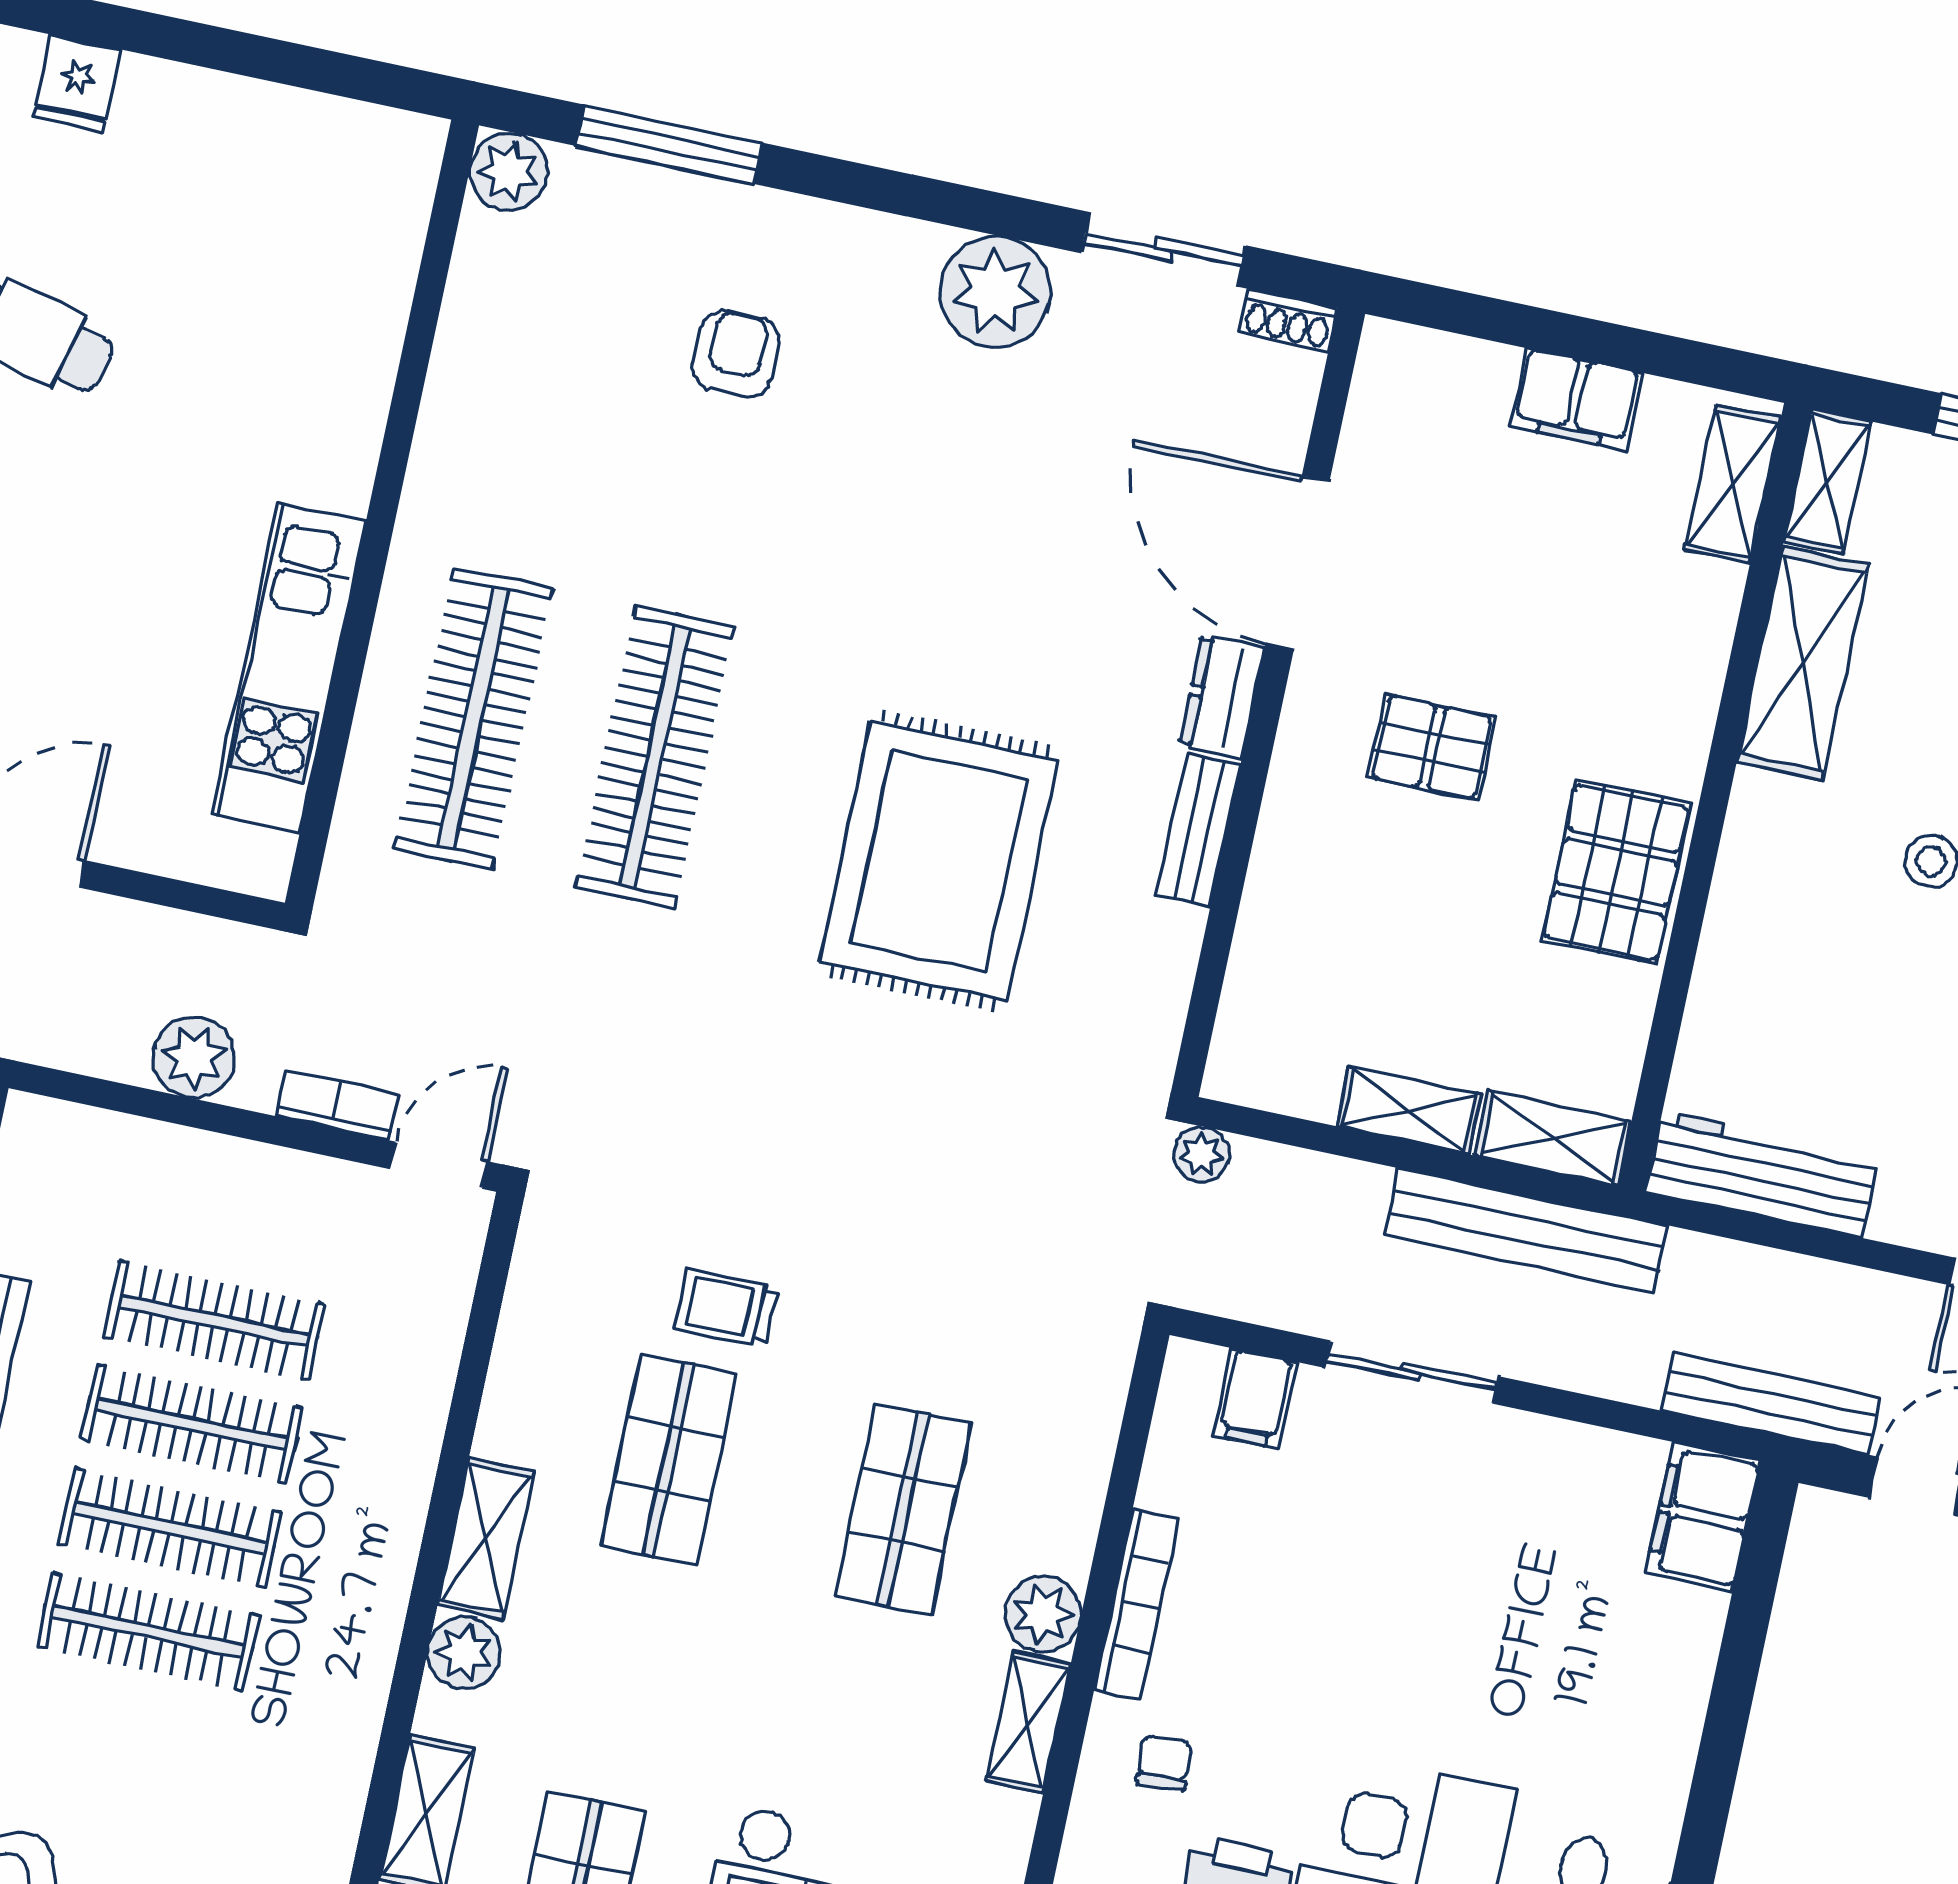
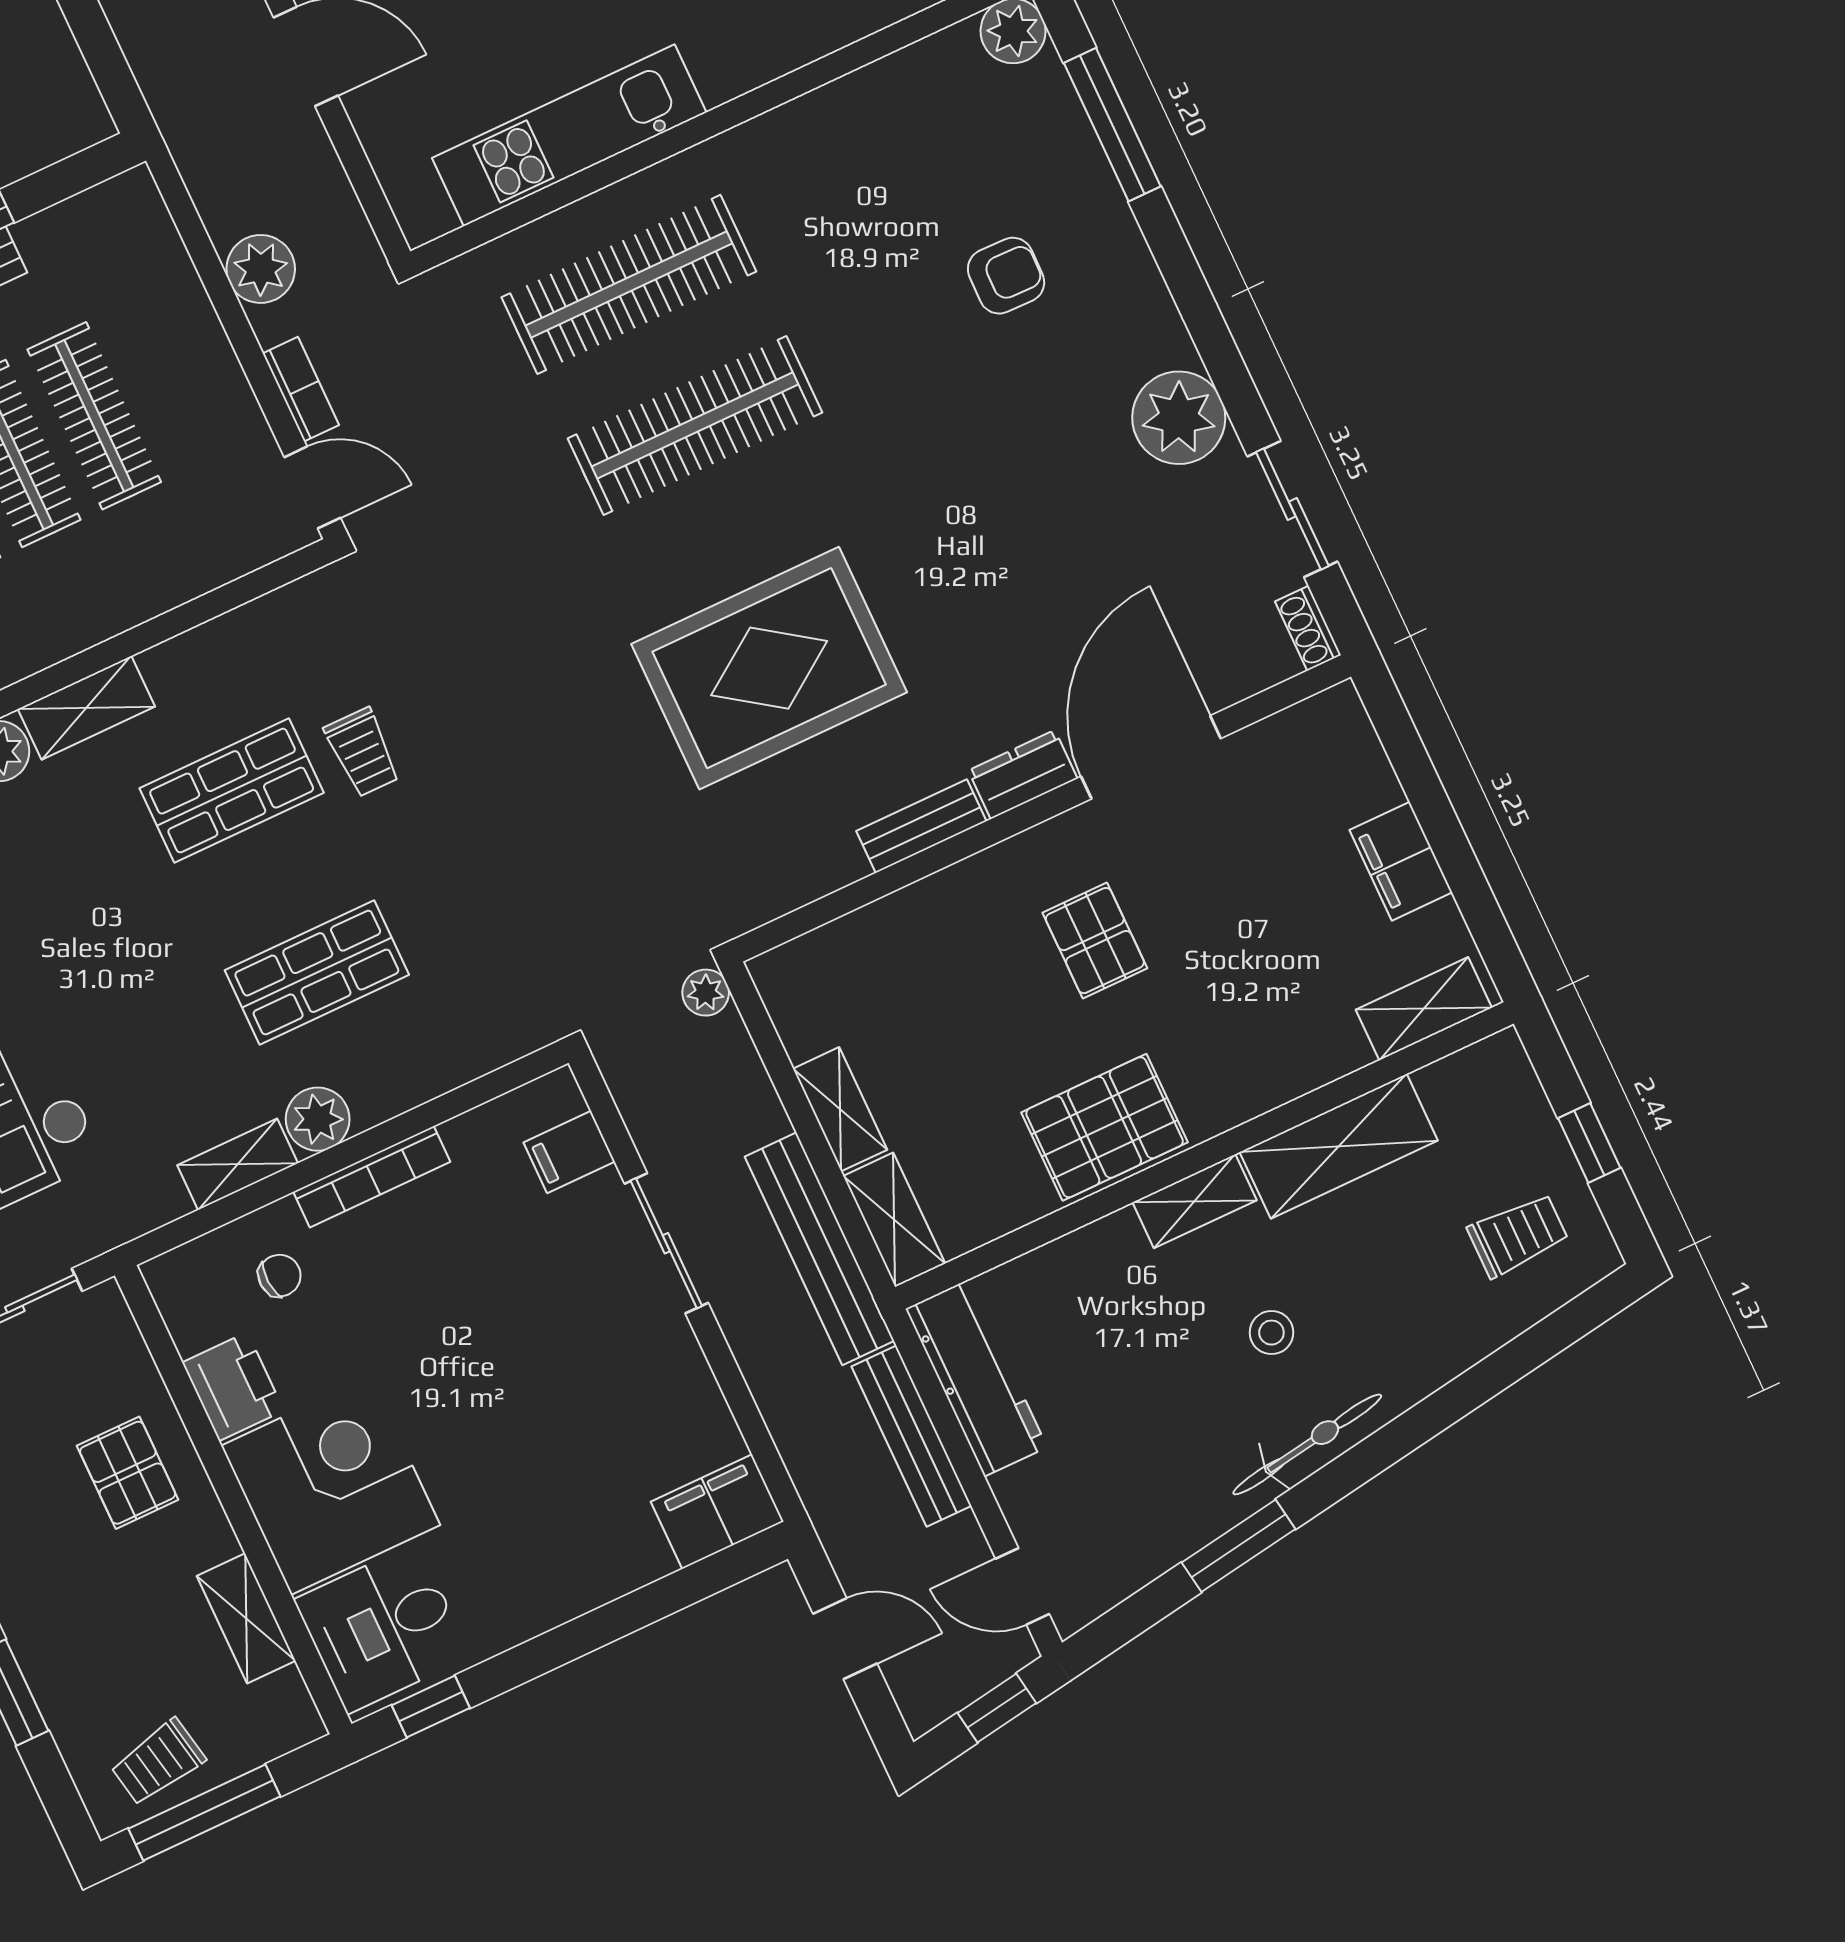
shelving: (1827, 481) -> (1195, 1201), moved
trolley: (726, 1308) -> (362, 752), turned 180
bench: (1771, 1404) -> (912, 1436), moved

